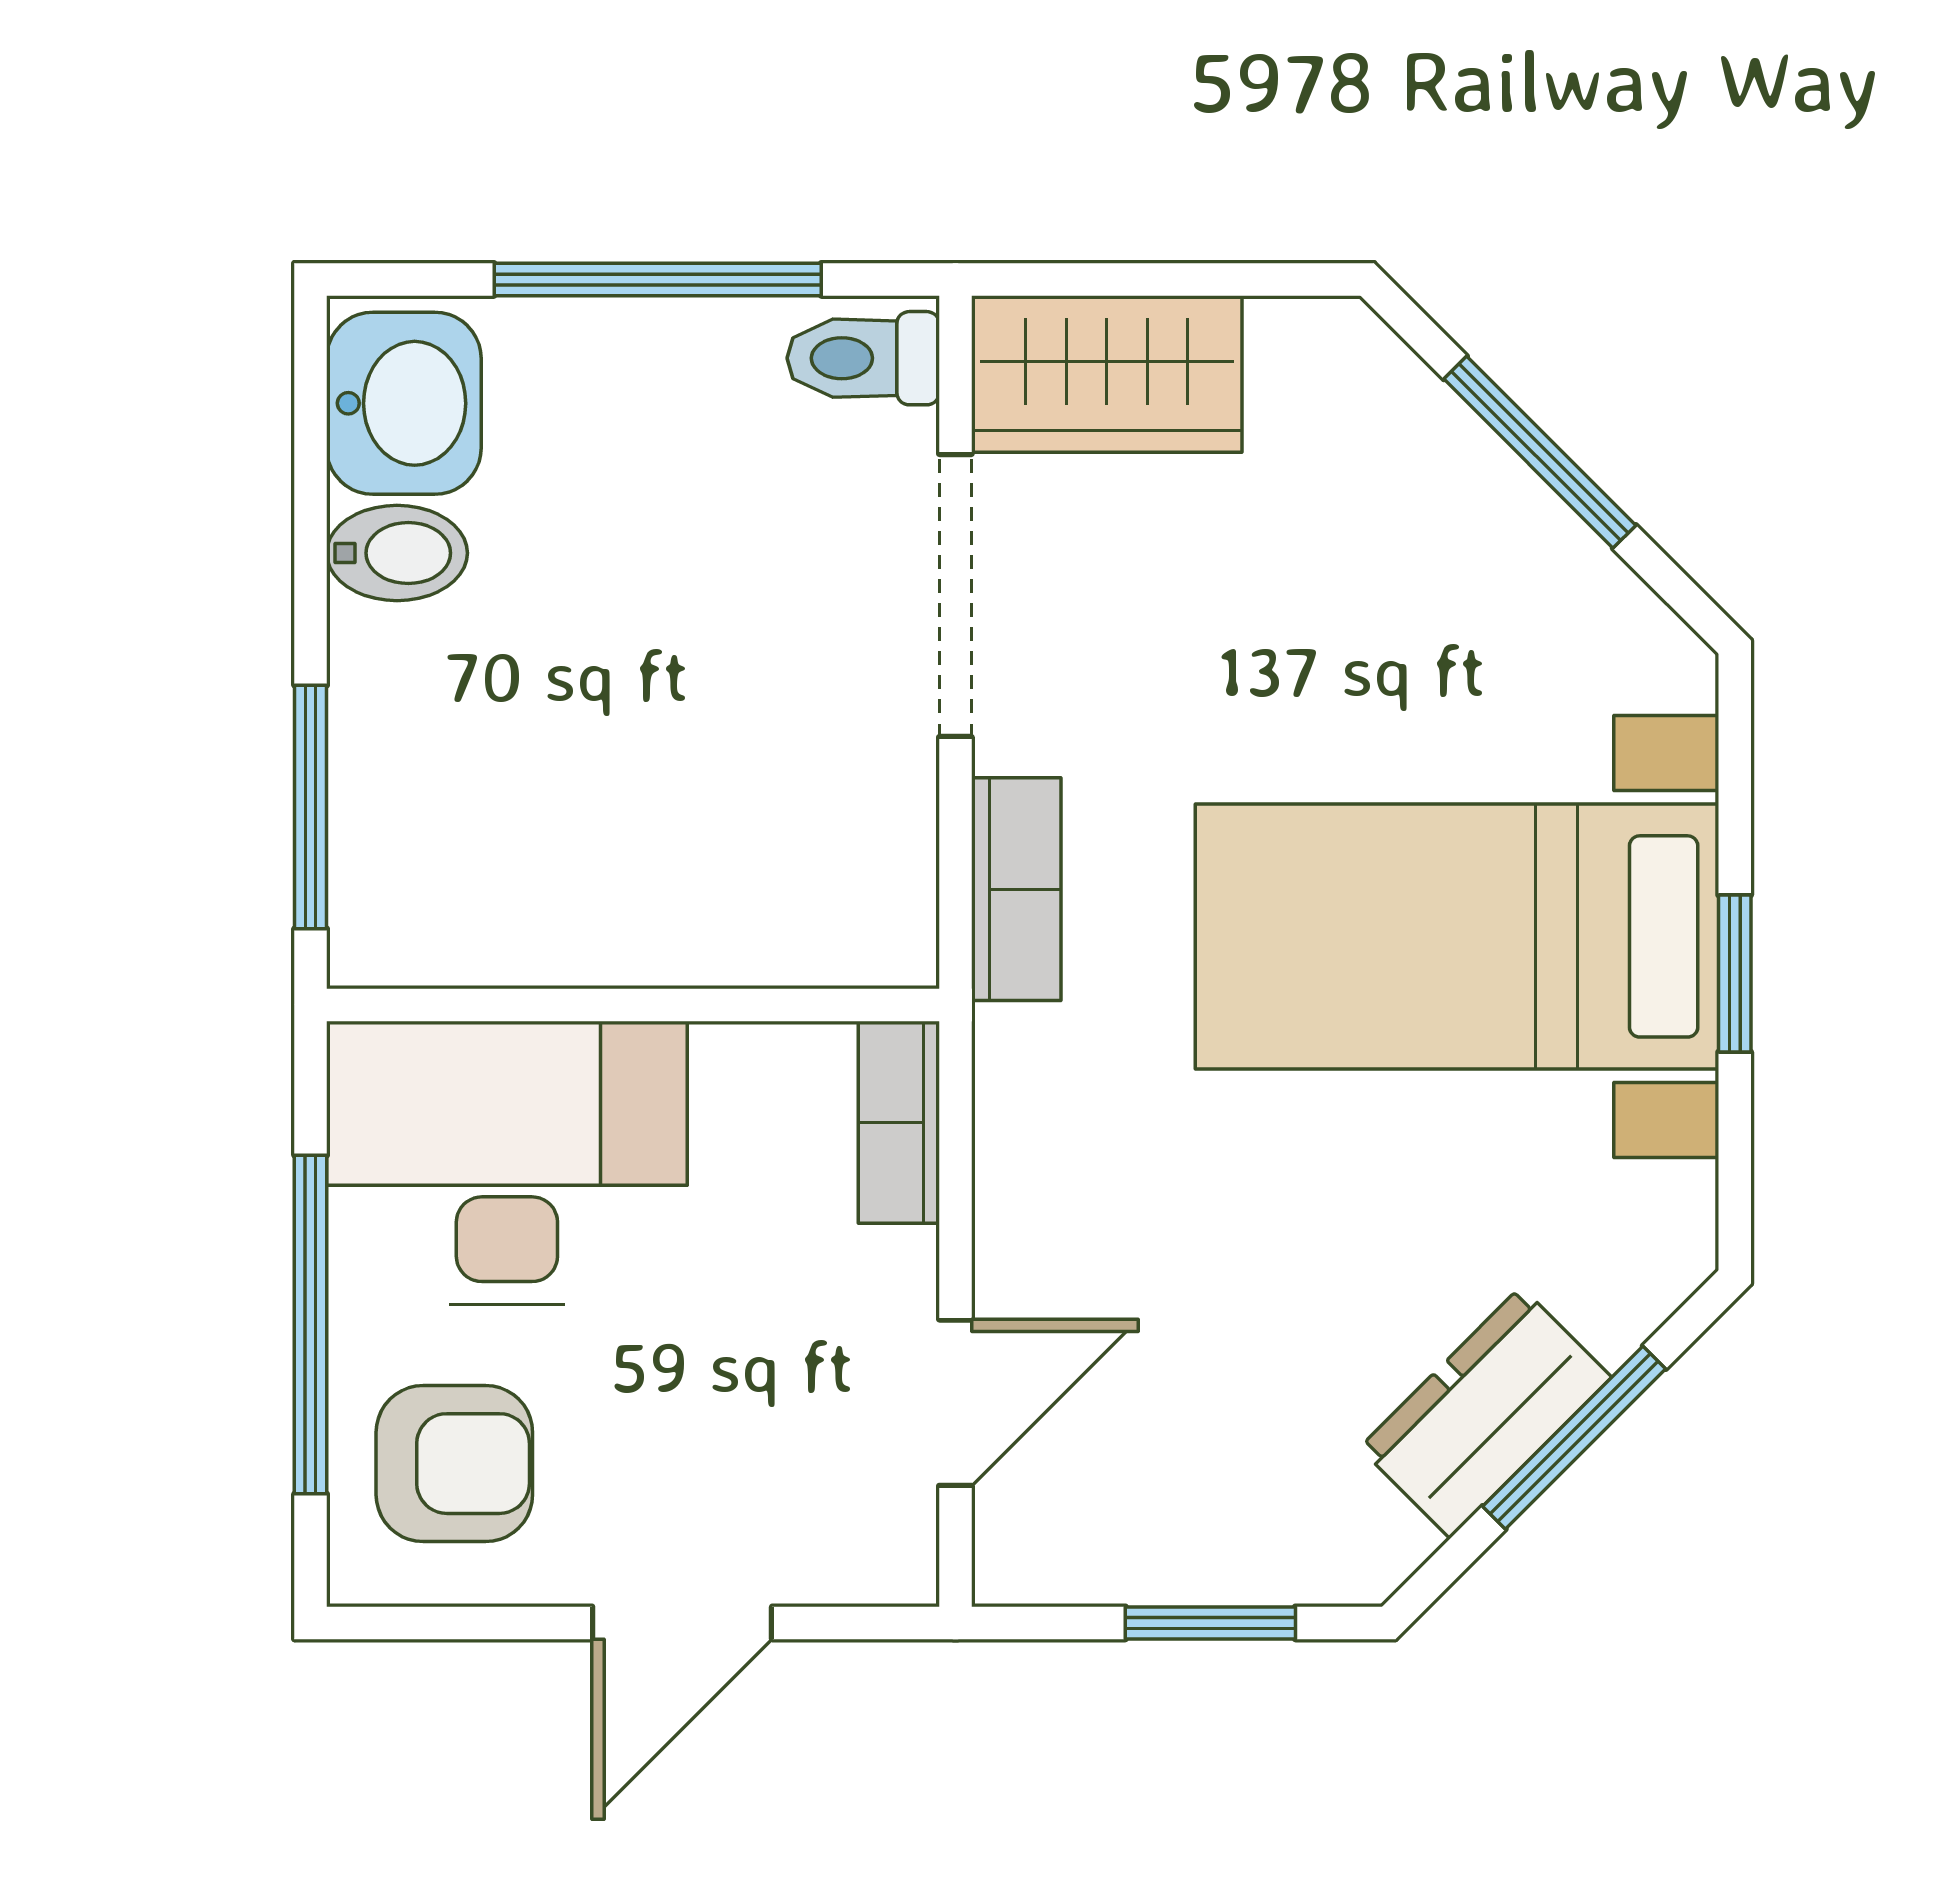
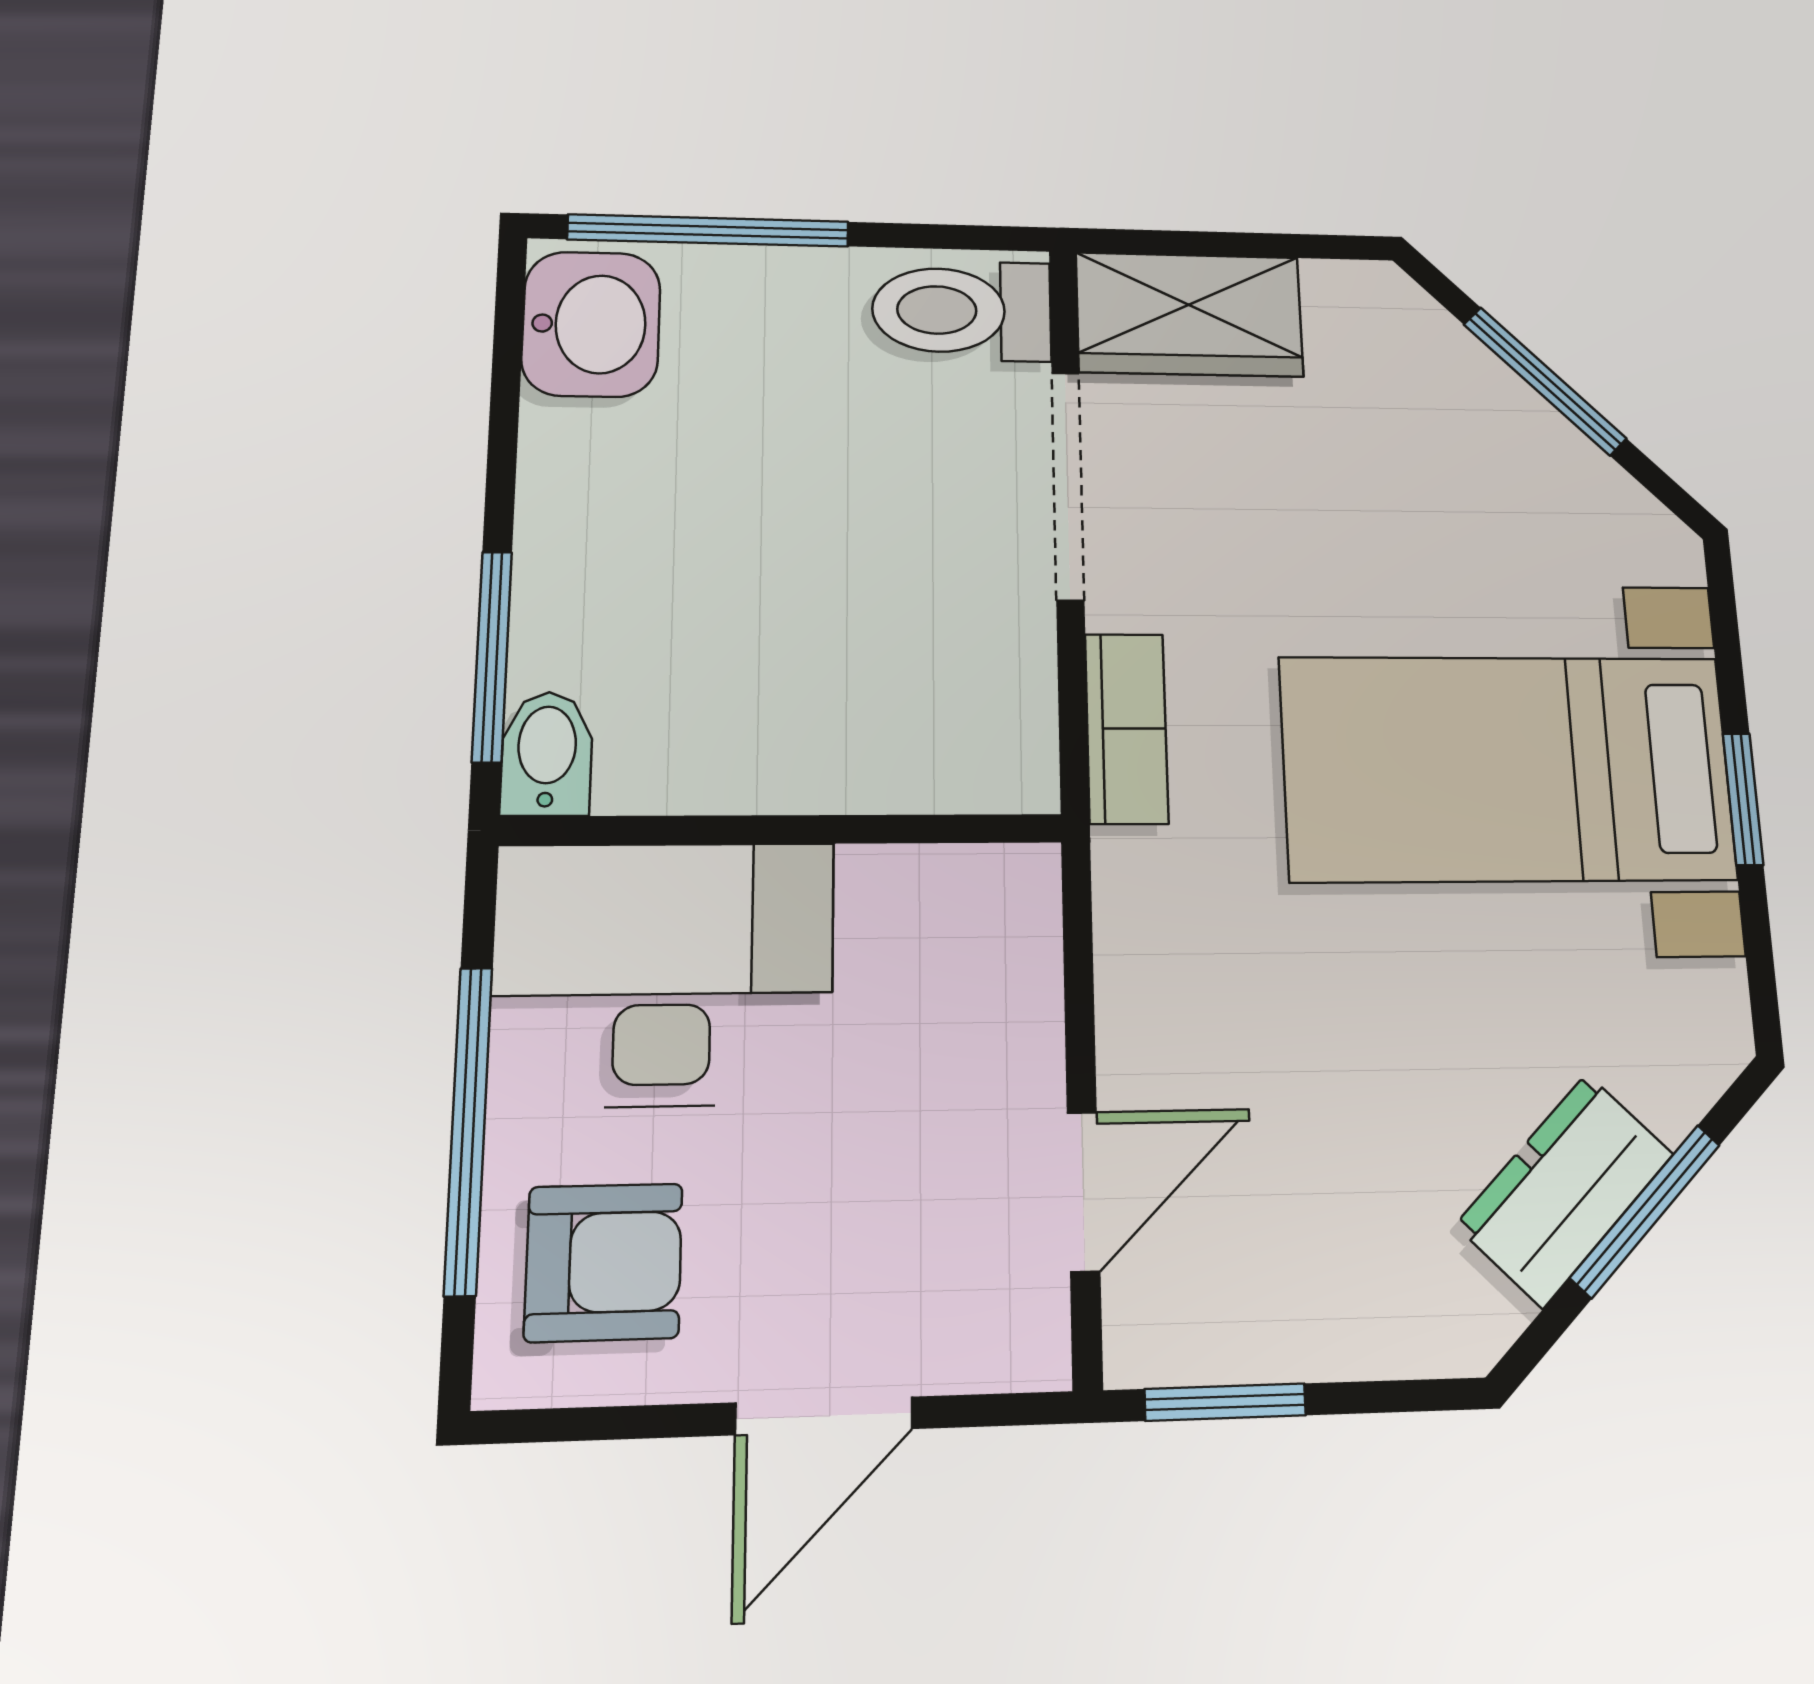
window: (658, 279) -> (709, 231), moved
toilet: (863, 358) -> (962, 311), width x1.37, depth x1.39
bidet: (397, 553) -> (547, 754), moved, turned -90
bookcase: (899, 1122) -> (1026, 933), removed
window: (1210, 1623) -> (1225, 1402), moved

